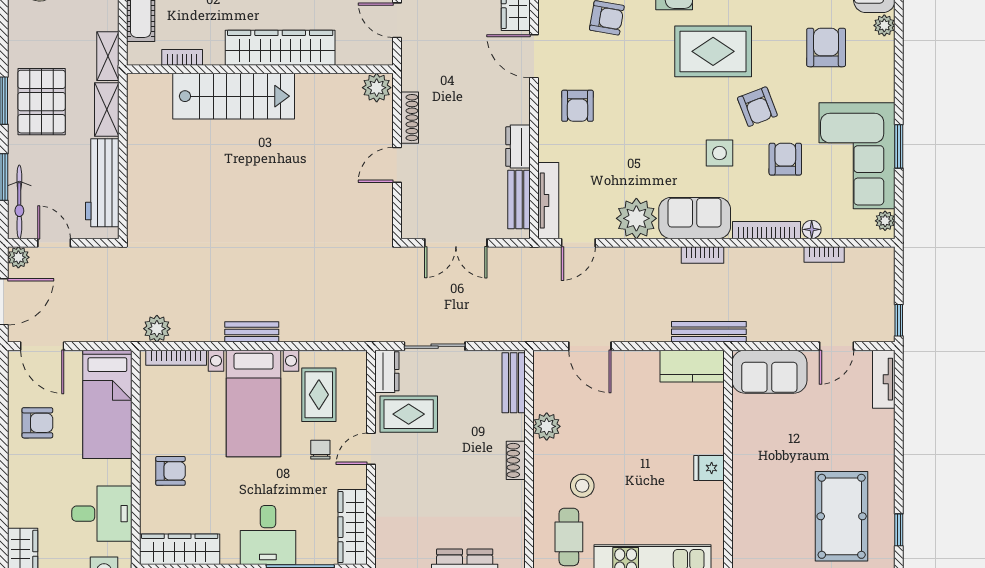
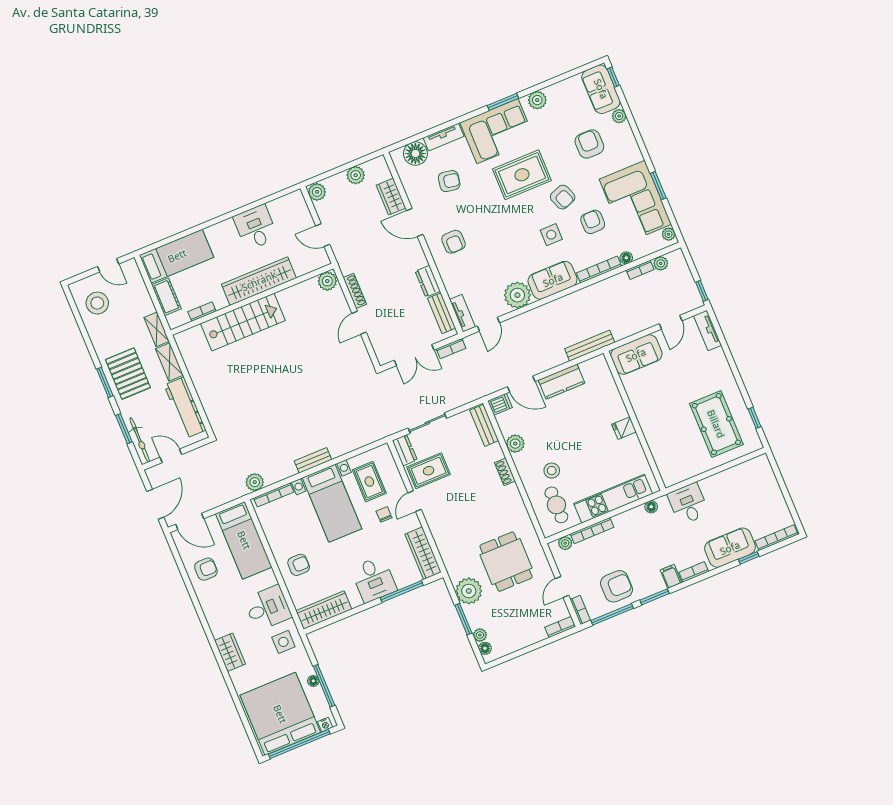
tv unit: (548, 201) -> (462, 313), width x0.71
bookcase: (703, 255) -> (451, 348), moved
plant: (18, 257) -> (661, 263), moved
dishwasher: (548, 362) -> (500, 404), added
kitchen counter: (692, 366) -> (561, 382), moved

